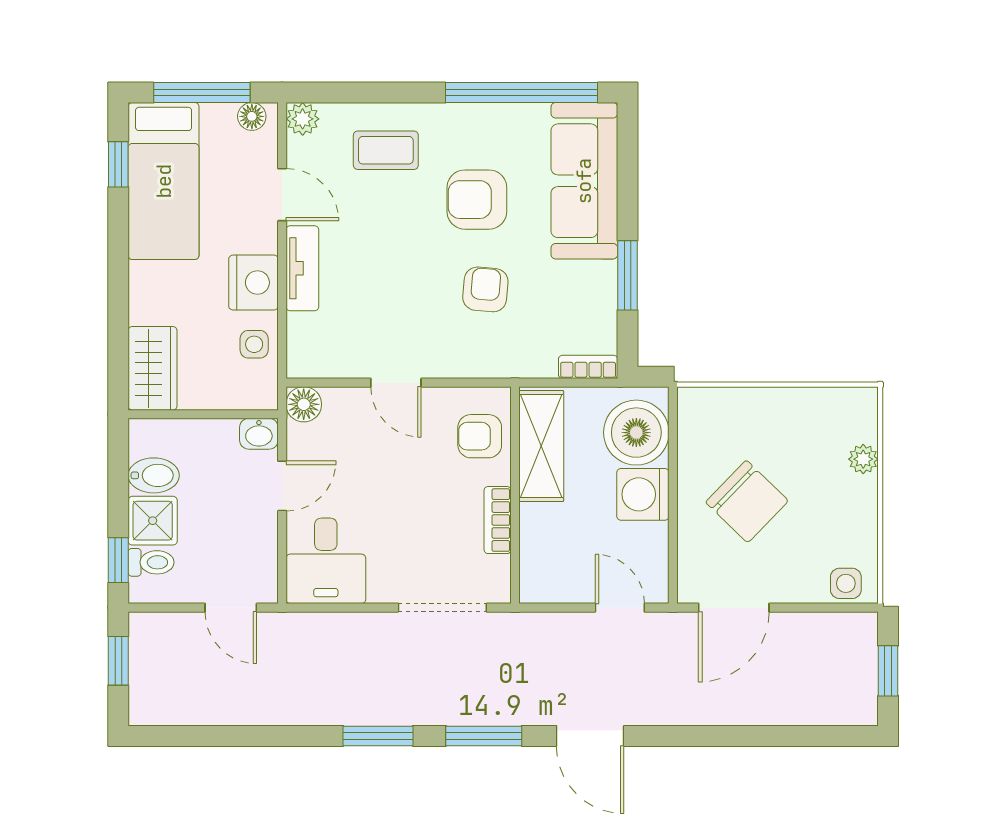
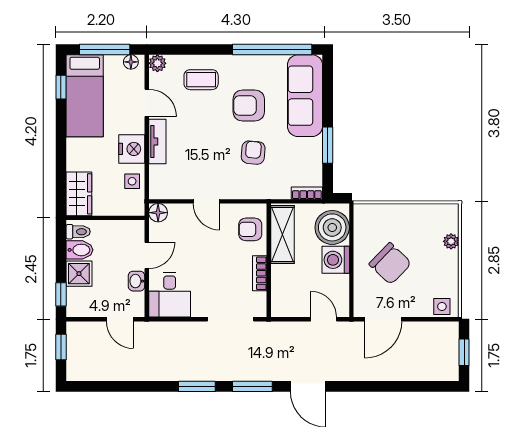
washbasin: (259, 434) -> (137, 281), moved, turned 90
toilet: (151, 562) -> (78, 232), moved

